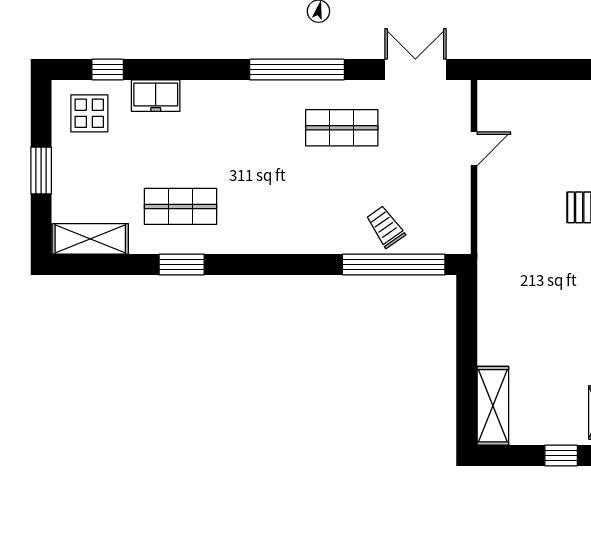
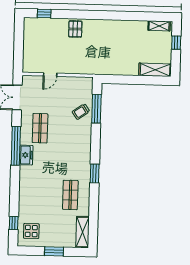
freezer: (156, 96) -> (26, 155), moved
door: (474, 149) -> (50, 75), swing flipped
window: (182, 265) -> (95, 173), moved
window: (394, 265) -> (96, 109), width x0.68

